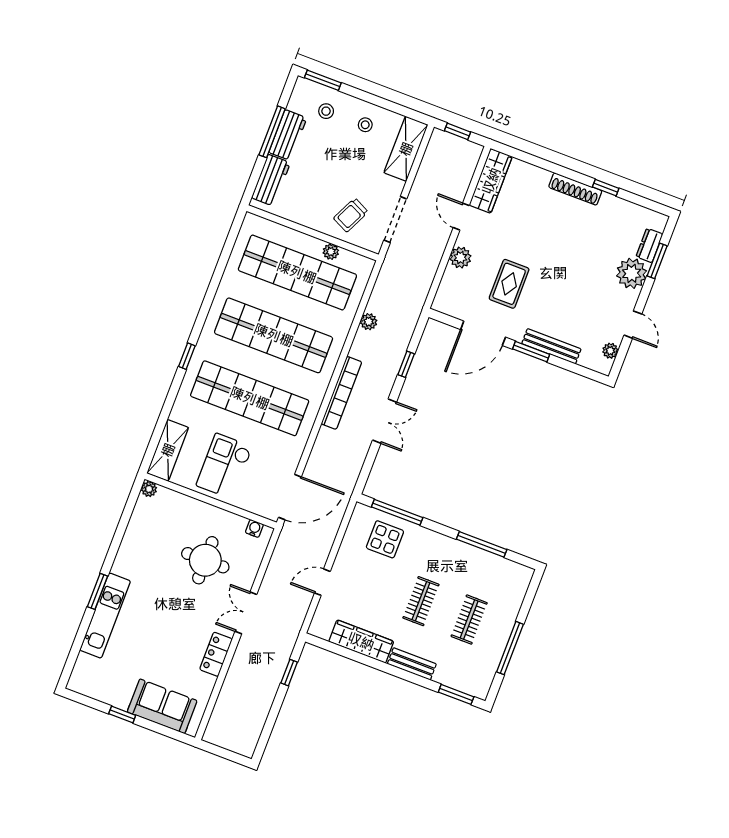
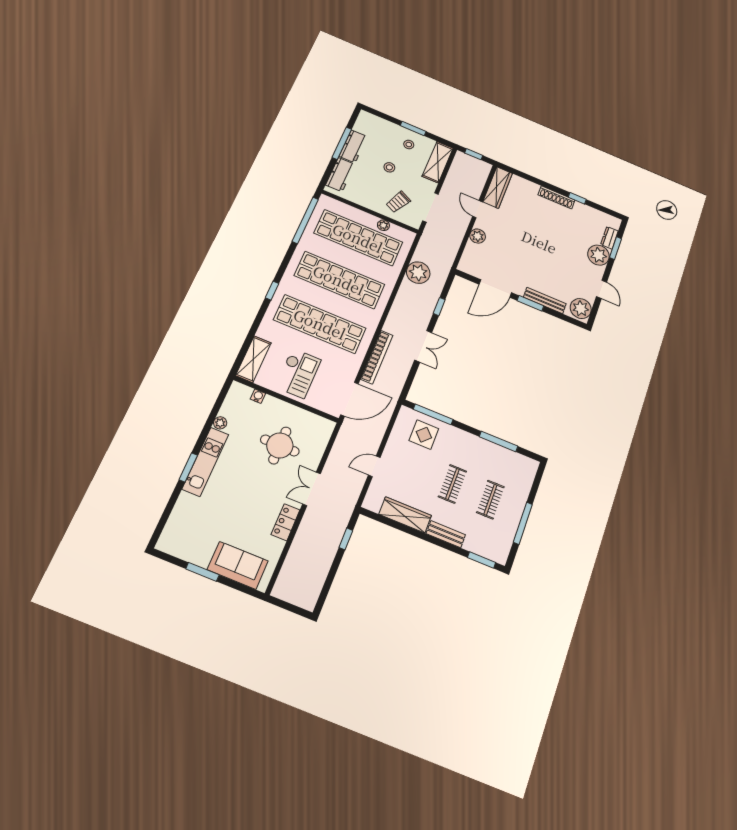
window: (323, 80) -> (413, 128), moved
stool: (326, 111) -> (389, 167), moved
window: (226, 253) -> (305, 220), added
rug: (509, 284) -> (513, 256), removed
plant: (369, 322) -> (418, 273), width x1.88, depth x1.88
plant: (610, 351) -> (581, 309), width x1.87, depth x1.87
bookcase: (341, 393) -> (377, 357), moved
checkout: (224, 466) -> (298, 373), turned 180
plant: (149, 489) -> (220, 423), moved
water cooler: (254, 528) -> (258, 396), moved
kitchen unit: (105, 616) -> (205, 462), moved
window: (122, 714) -> (202, 572), width x1.50

